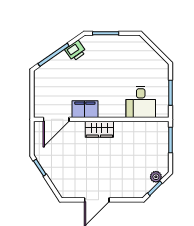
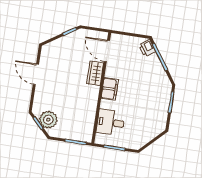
printer: (76, 51) -> (147, 48), moved
filing cabinet: (85, 109) -> (110, 89), moved
wardrobe: (99, 129) -> (95, 73), moved
plant: (156, 177) -> (48, 120), width x1.87, depth x1.87

